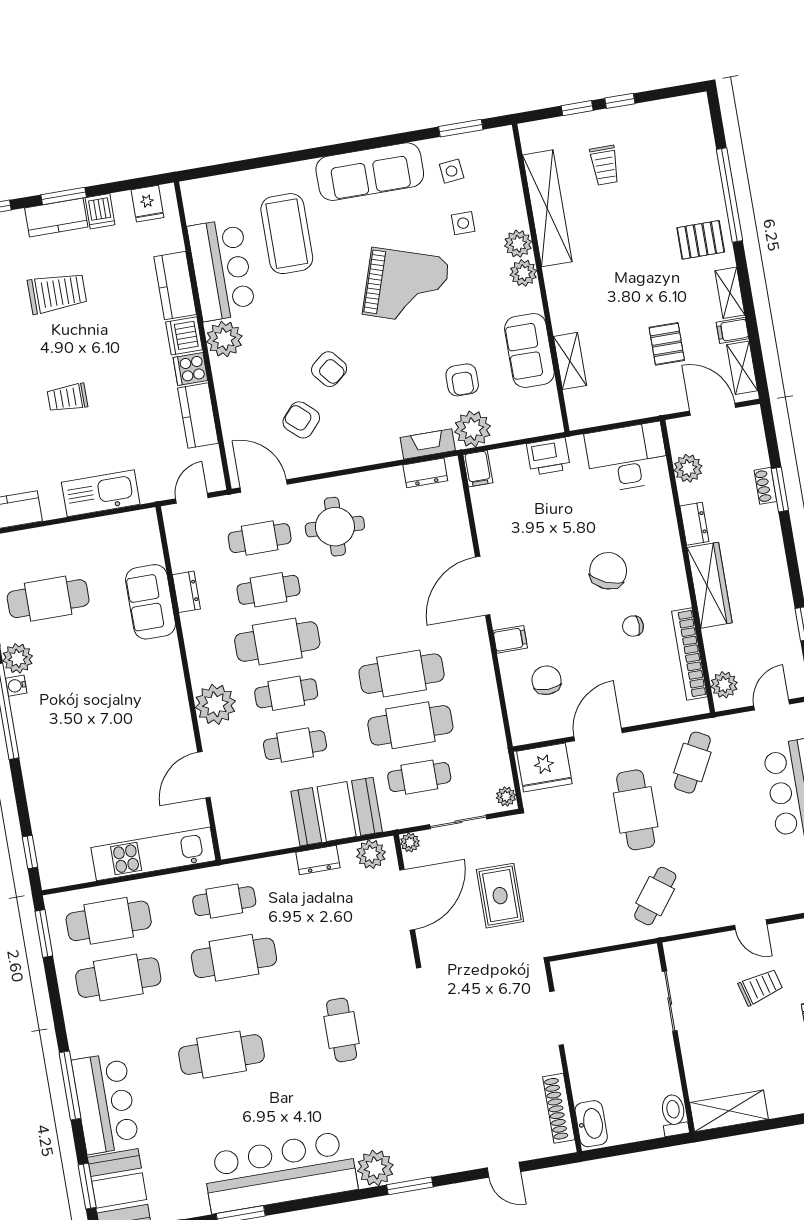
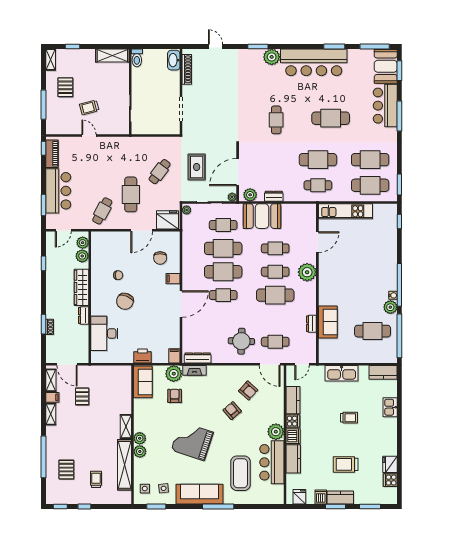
window: (577, 108) -> (60, 506), moved
window: (324, 151) -> (218, 506), added
side table: (463, 223) -> (145, 489), moved
pallet: (701, 240) -> (66, 470), moved, turned 90
sofa: (529, 350) -> (143, 382), moved
shelving: (570, 361) -> (126, 427), moved
desk: (627, 457) -> (104, 333), moved, turned 90
plant: (688, 468) -> (82, 256), moved
dresser: (425, 473) -> (198, 358), width x1.44
cafe table: (268, 590) -> (223, 295), moved
bookcase: (689, 654) -> (95, 259), removed
cafe table: (655, 896) -> (160, 172), moved

